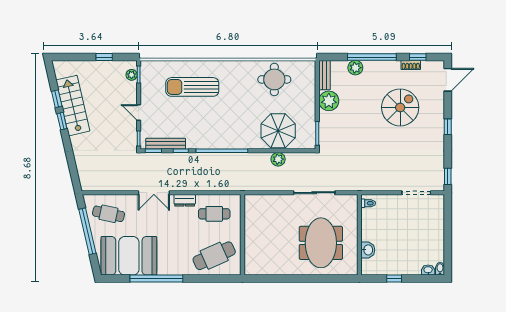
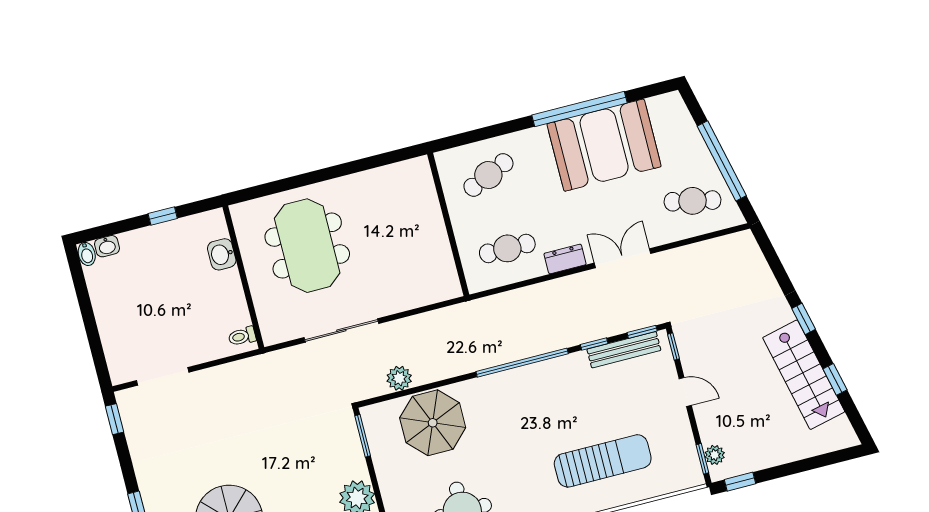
window: (104, 57) -> (740, 482), moved
window: (62, 121) -> (804, 319), moved
plant: (278, 159) -> (399, 378), moved
booth: (129, 256) -> (604, 145), moved
cafe table: (214, 256) -> (488, 175), width x0.73, depth x0.74

